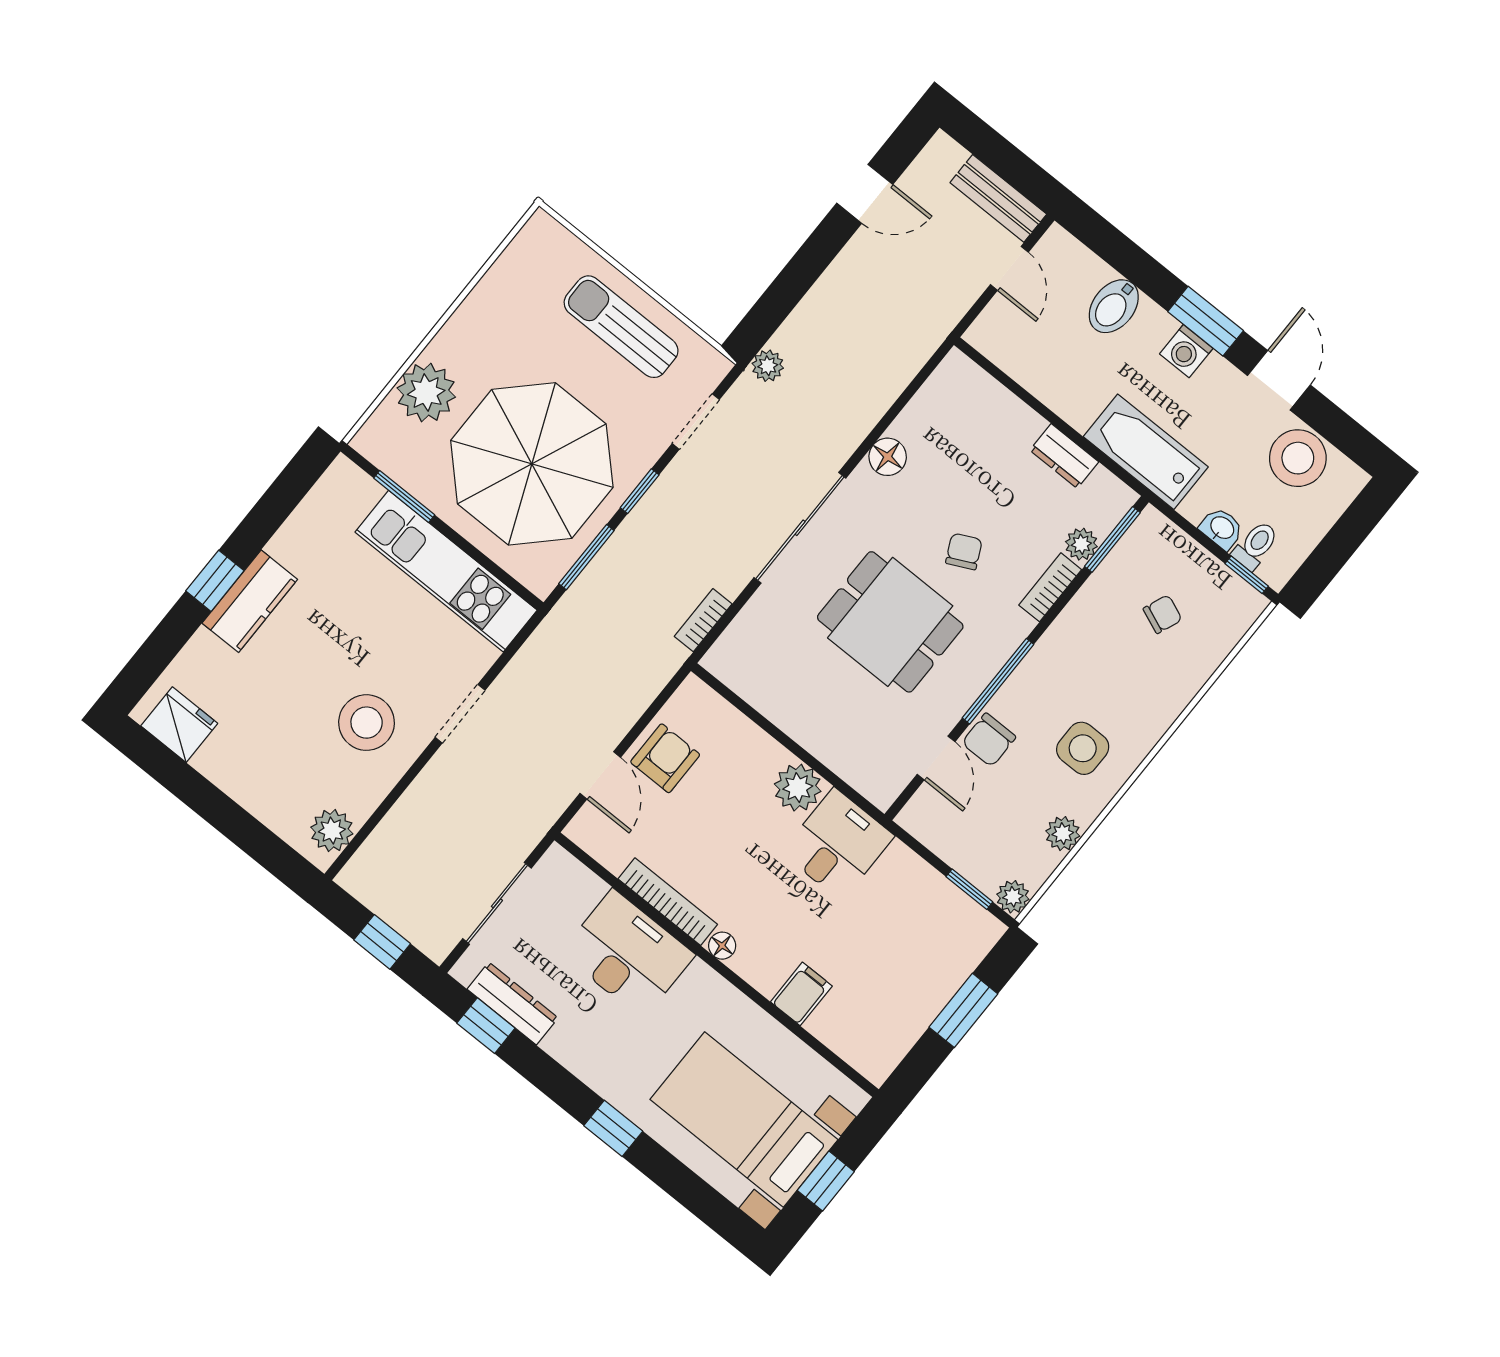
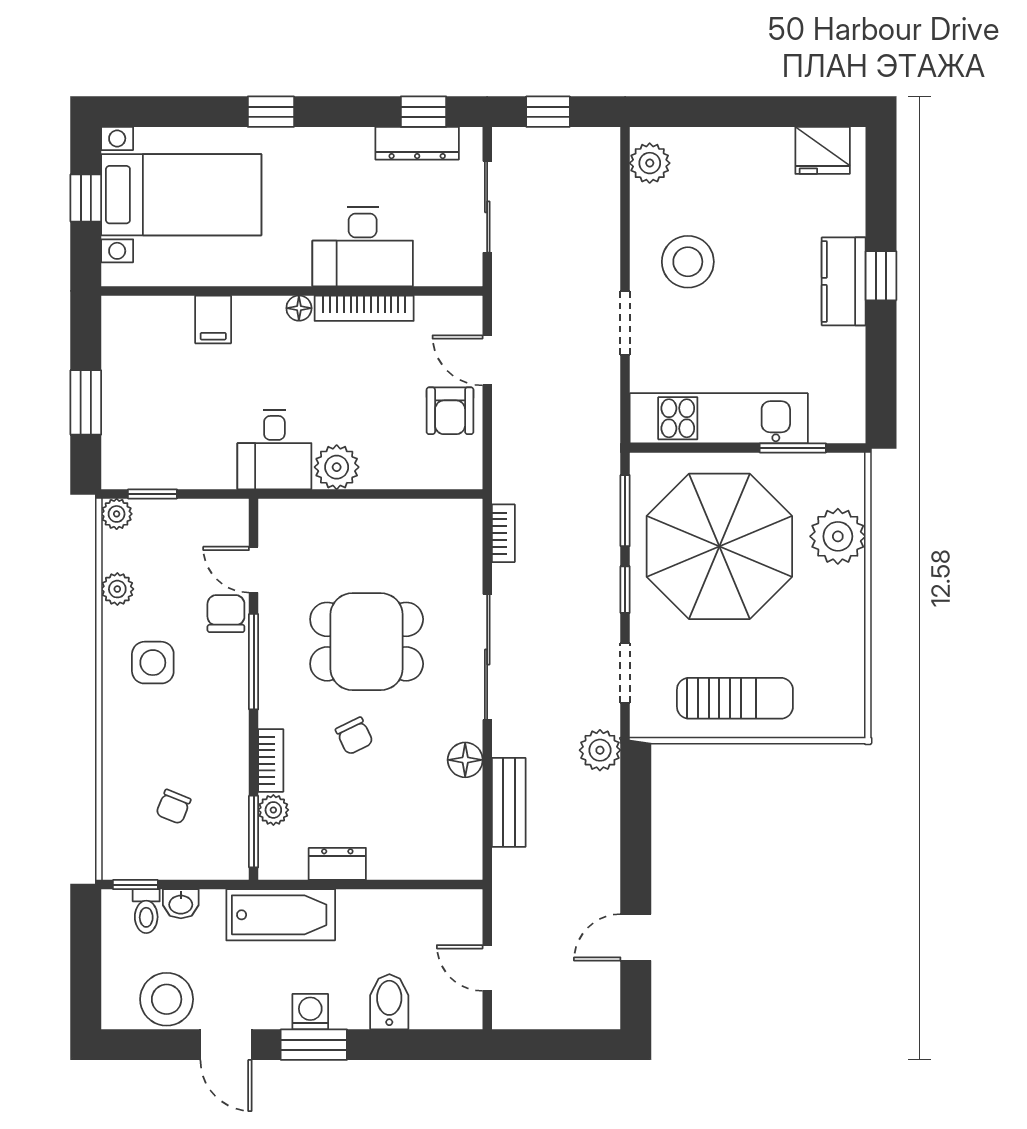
bench: (998, 198) -> (509, 802), moved, turned 90
plant: (768, 366) -> (600, 750), width x1.38, depth x1.38

